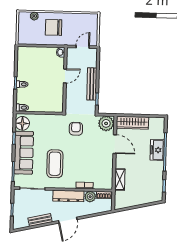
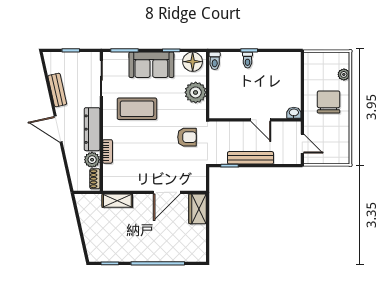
plant: (106, 123) -> (196, 92), moved
wardrobe: (132, 123) -> (198, 209), width x0.67
freezer: (157, 150) -> (160, 252), removed
sofa: (24, 153) -> (151, 65), width x0.73

